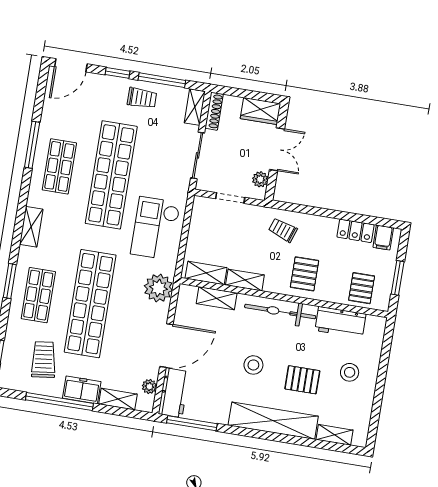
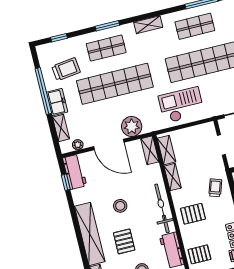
plant: (158, 288) -> (132, 126), moved
shelving: (217, 298) -> (150, 150), moved
workbench: (174, 393) -> (75, 172), moved, turned -90
window: (192, 423) -> (66, 182), width x0.46

